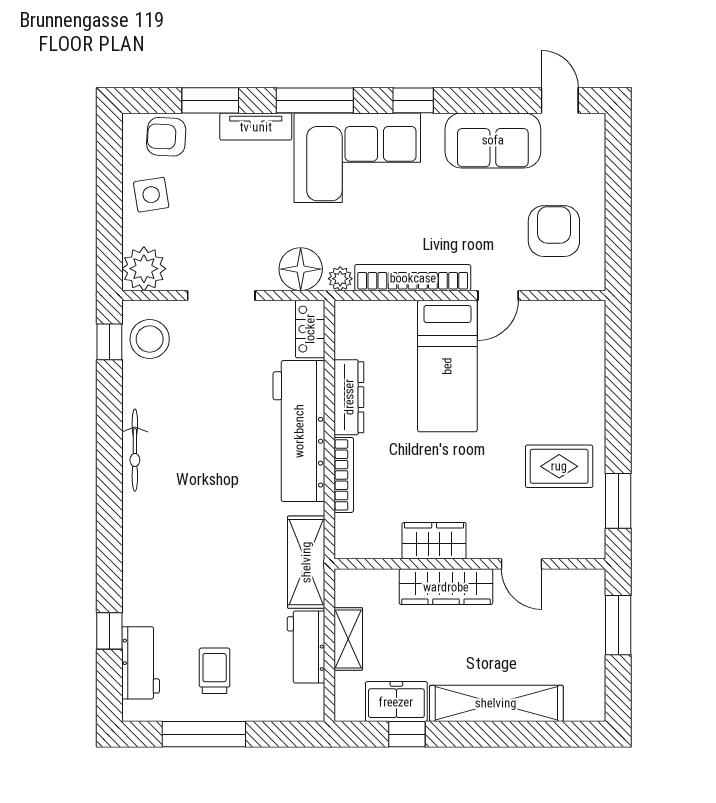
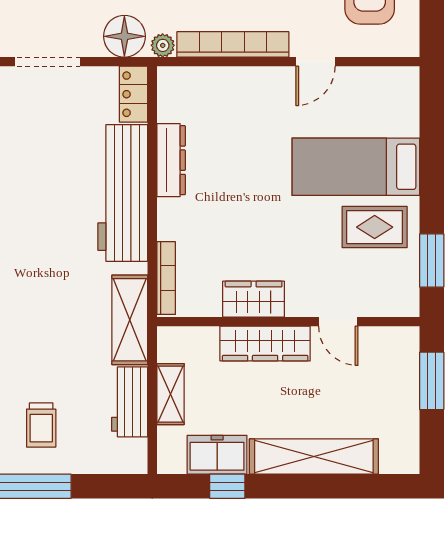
bed: (447, 366) -> (356, 167), moved, turned 90
bookcase: (344, 475) -> (166, 278), moved
trolley: (215, 671) -> (41, 425), turned 180

